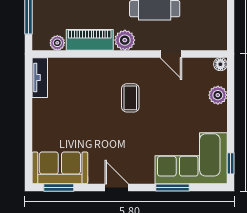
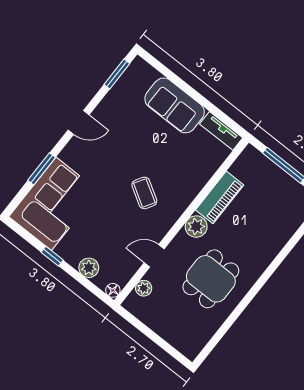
plant: (57, 43) -> (144, 288), moved
coffee table: (130, 98) -> (144, 193), turned 31
window: (231, 163) -> (52, 256), moved
sofa: (60, 168) -> (175, 105), moved, turned 90

